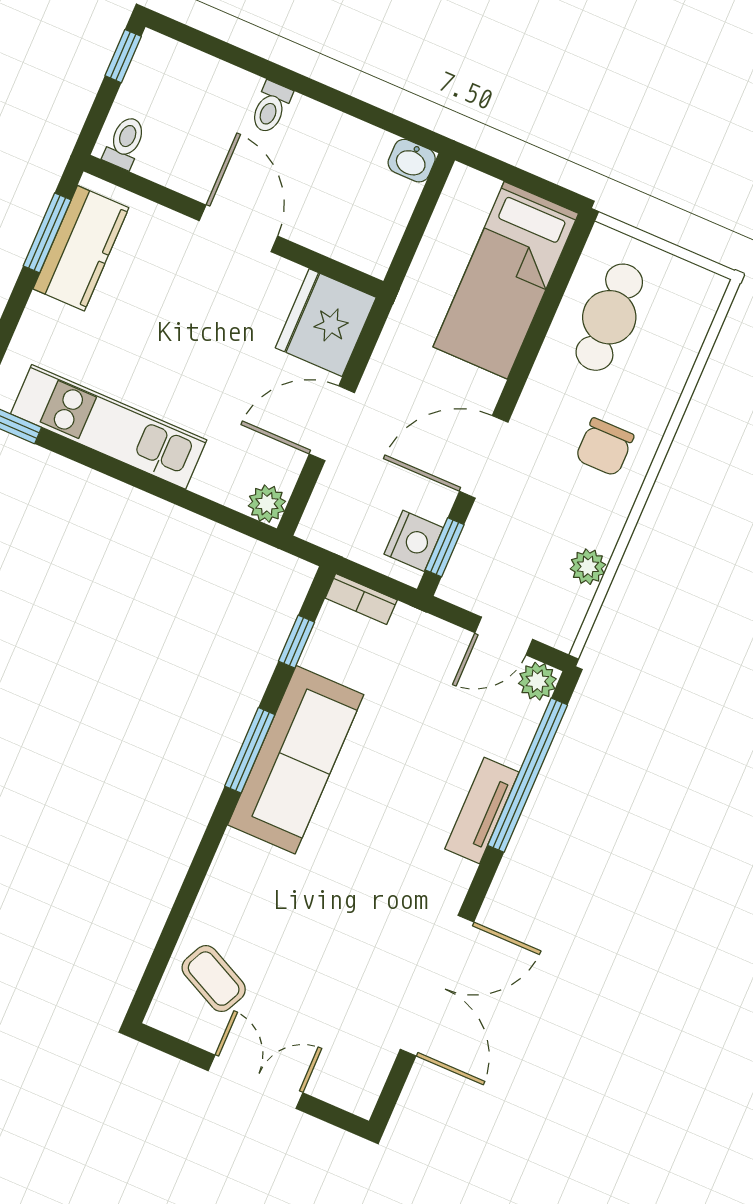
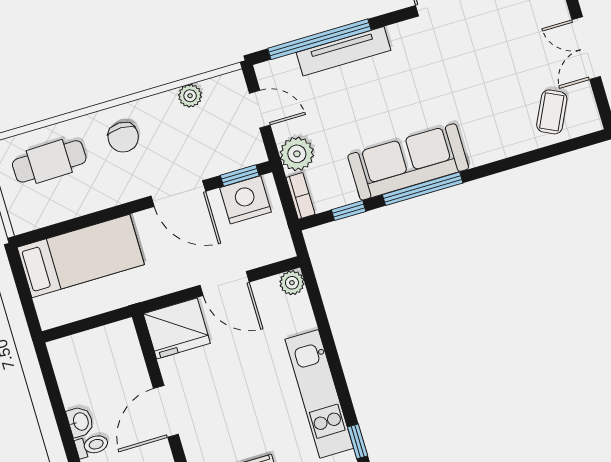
washbasin: (412, 161) -> (80, 422), moved
cafe table: (609, 317) -> (49, 161), moved
chair: (605, 447) -> (123, 137), turned 90
nightstand: (414, 541) -> (245, 200), width x1.36, depth x1.33
plant: (537, 681) -> (297, 154), moved, width x1.38, depth x1.38
window: (250, 750) -> (423, 189), width x1.44
tv unit: (482, 810) -> (343, 51), width x1.41

